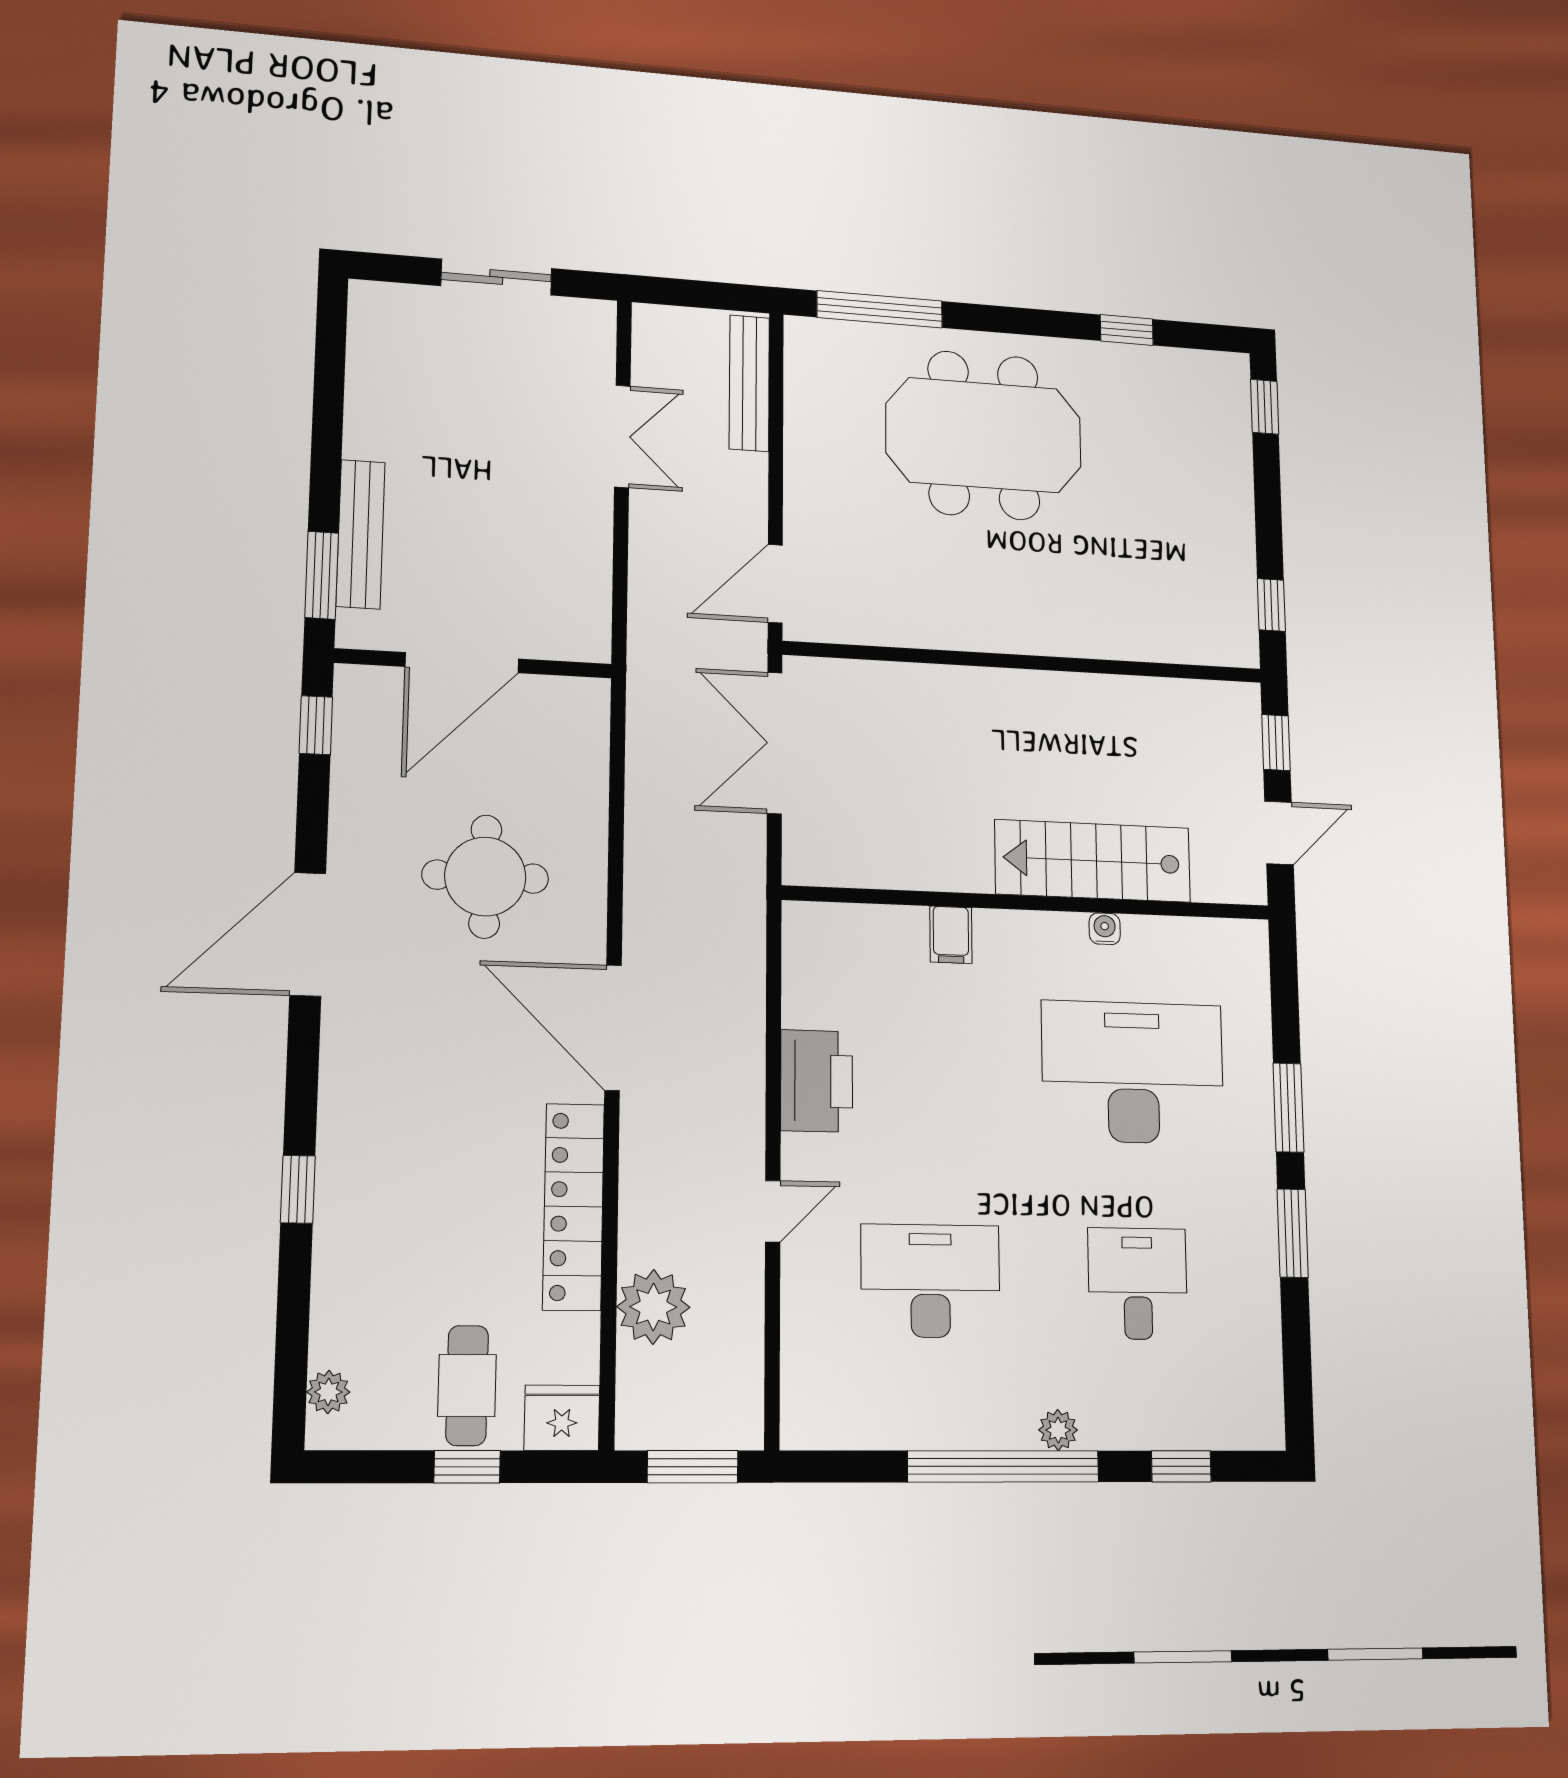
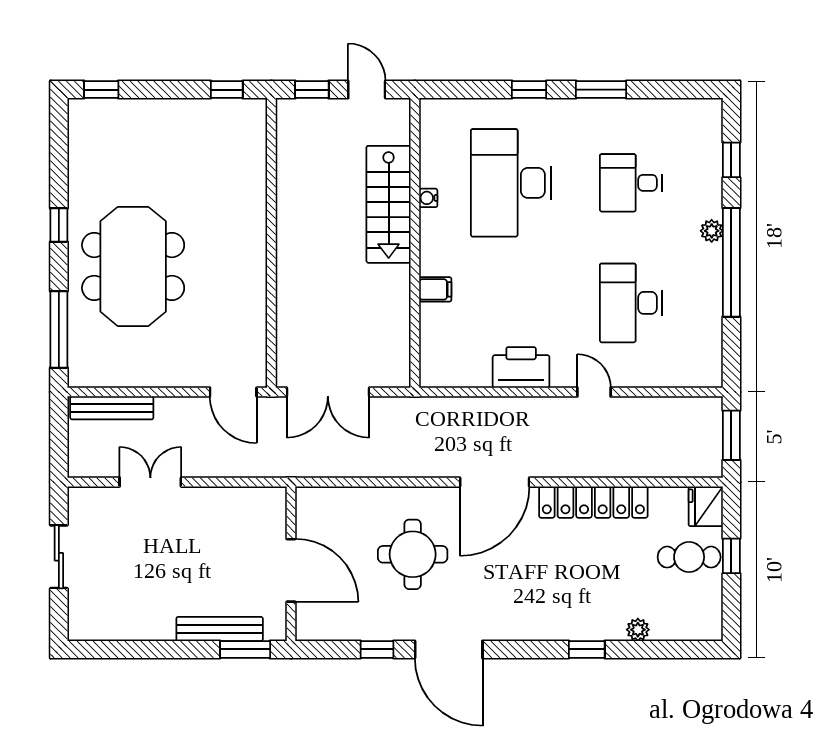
window: (1127, 330) -> (59, 225), moved
window: (316, 725) -> (377, 649), moved
window: (1288, 1108) -> (529, 90), width x0.67
plant: (653, 1307) -> (647, 458), removed
plant: (328, 1392) -> (638, 630), moved

